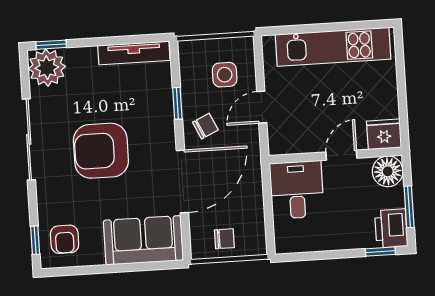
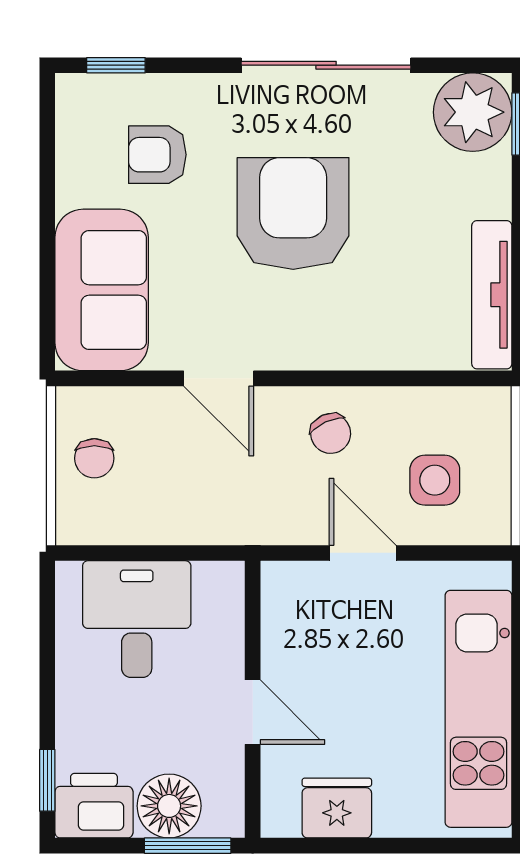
window: (177, 103) -> (382, 378), removed
fridge: (384, 134) -> (337, 808), moved, turned -90
floor lamp: (388, 171) -> (169, 806), moved
door: (182, 181) -> (219, 378), width x0.53
desk: (297, 190) -> (137, 619), moved, turned -90
window: (409, 207) -> (188, 846), moved
armchair: (65, 239) -> (157, 155), moved

